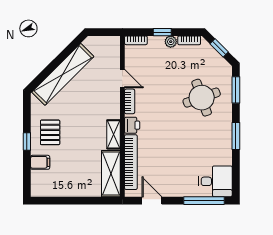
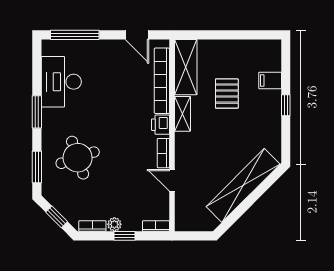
pallet: (50, 132) -> (227, 94), moved
desk: (215, 181) -> (61, 82), moved, width x1.37

